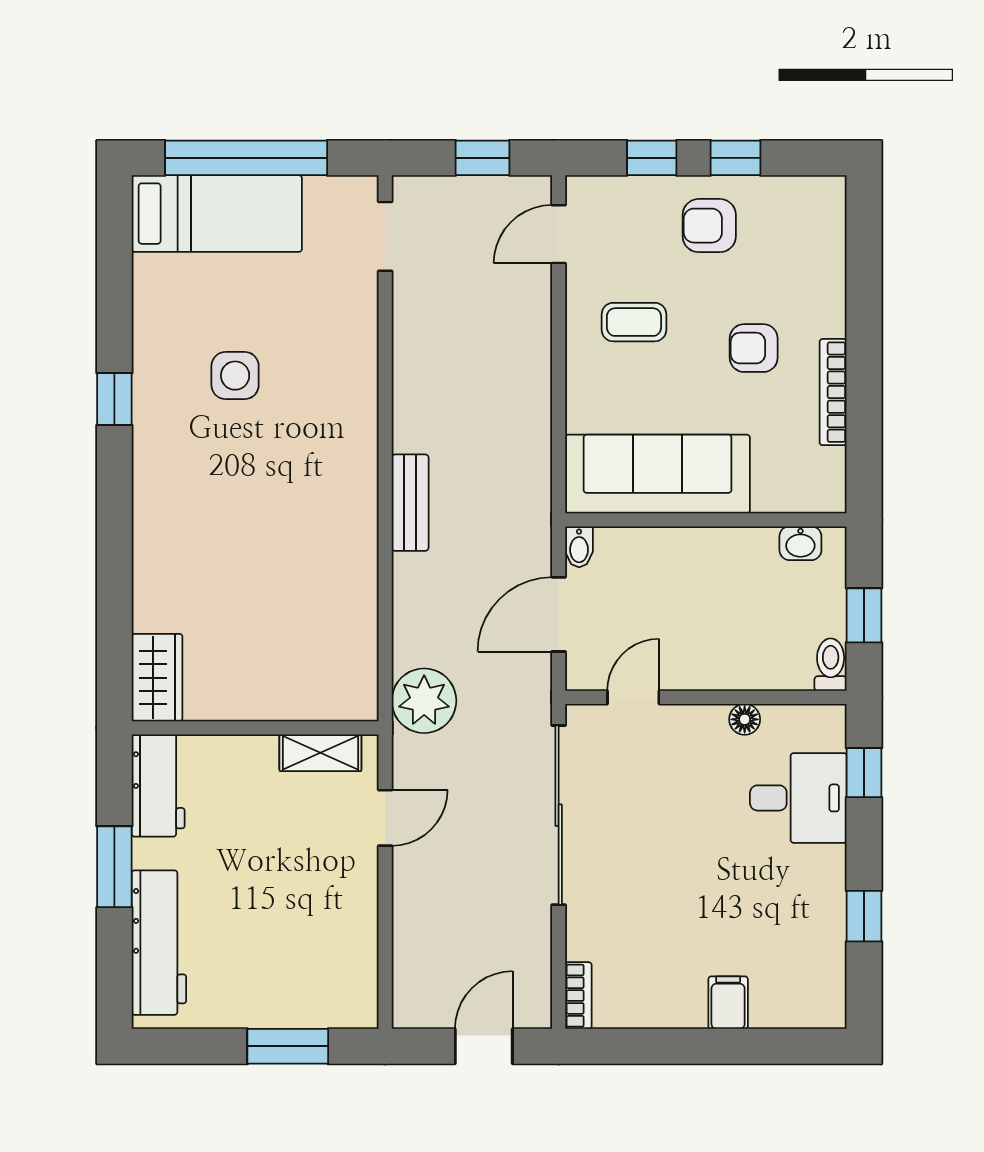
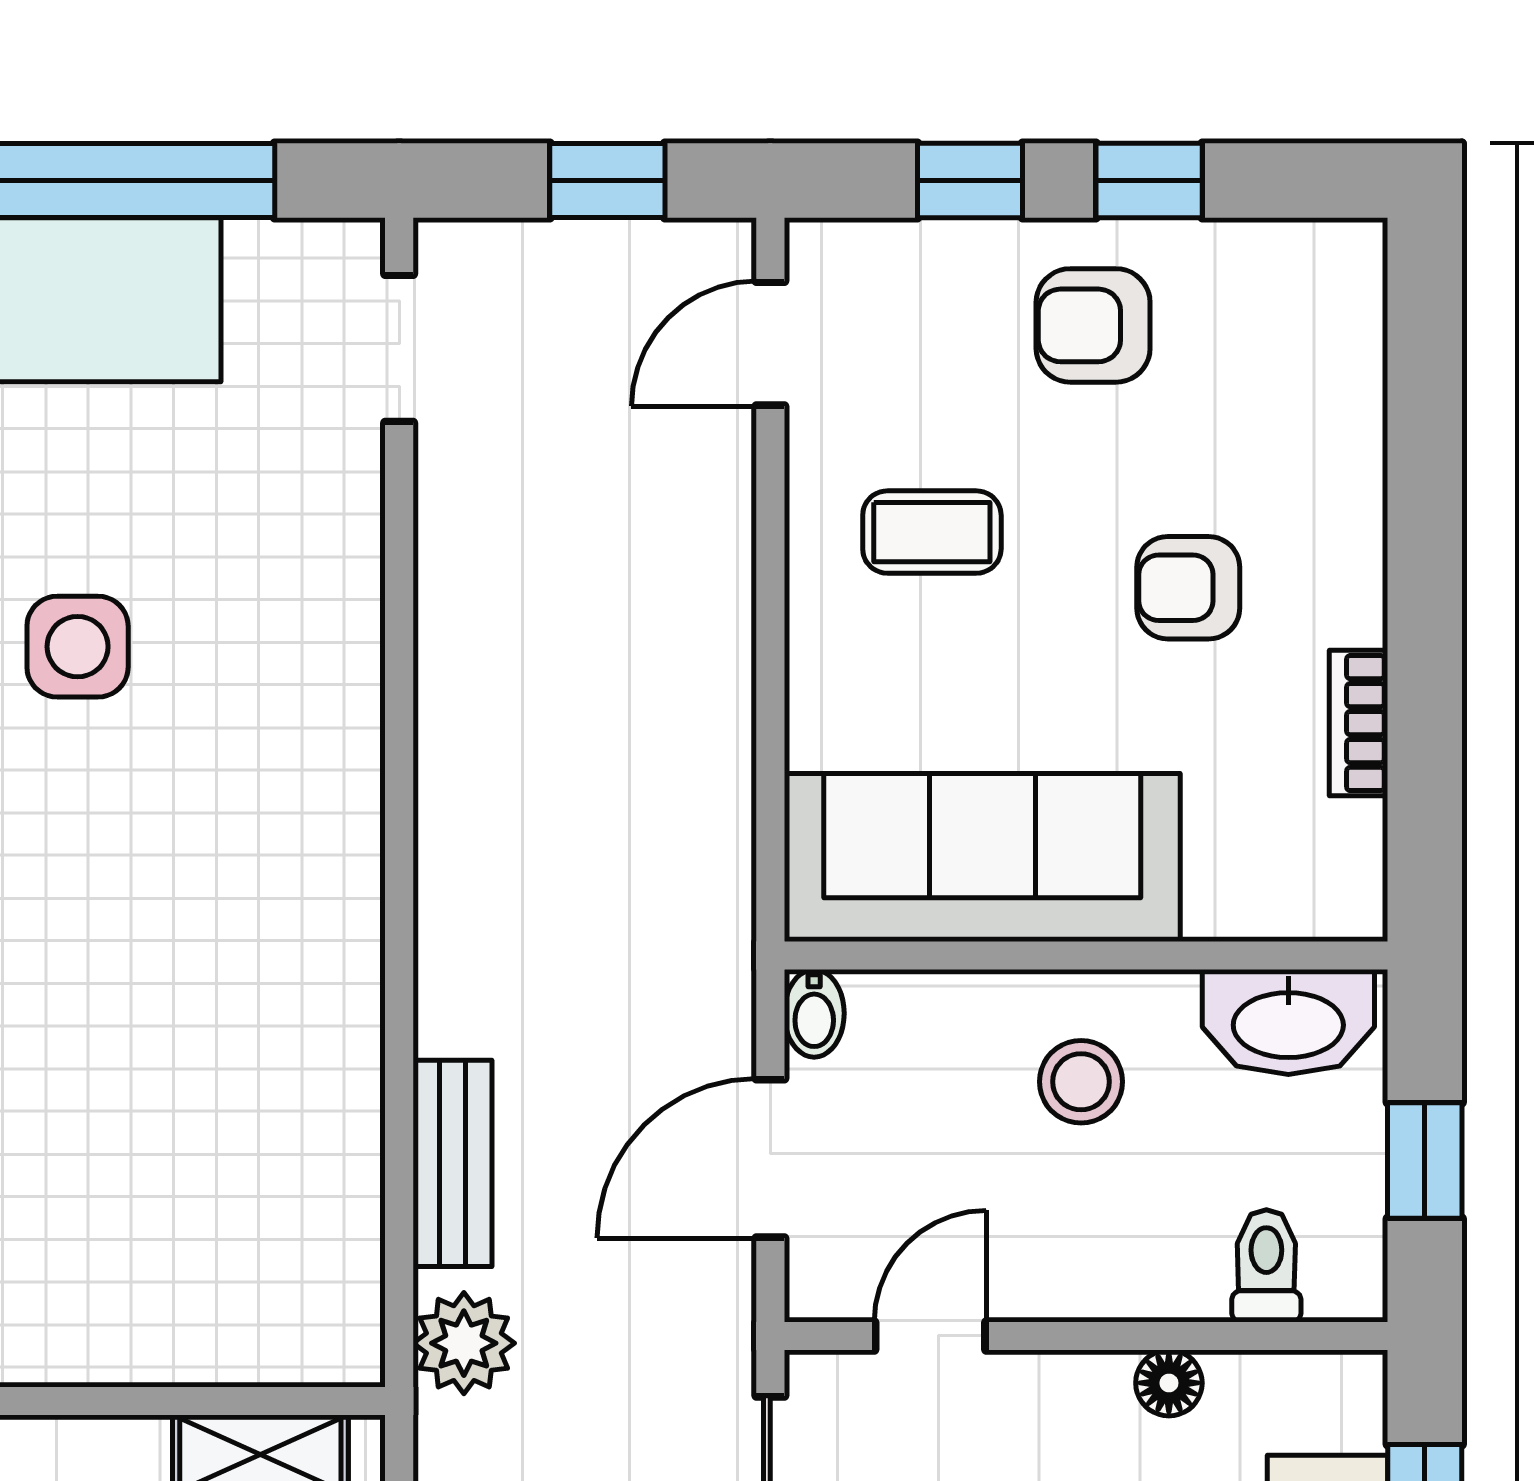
bookcase: (833, 392) -> (1358, 723), width x0.64
bench: (410, 503) -> (452, 1163), moved
washbasin: (800, 543) -> (1288, 1022), width x1.91, depth x1.45
stool: (704, 579) -> (1081, 1082), added
toilet: (831, 665) -> (1266, 1266), moved
plant: (424, 701) -> (464, 1343), width x0.73, depth x0.73

